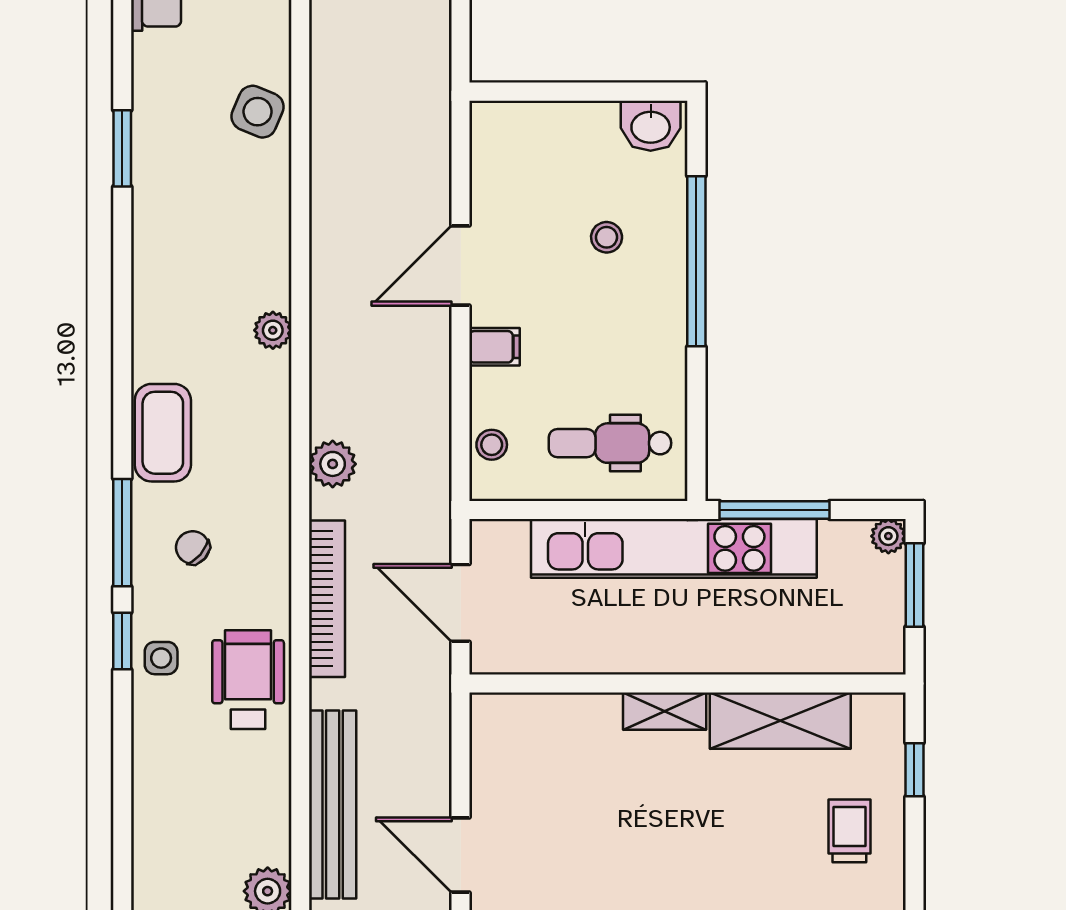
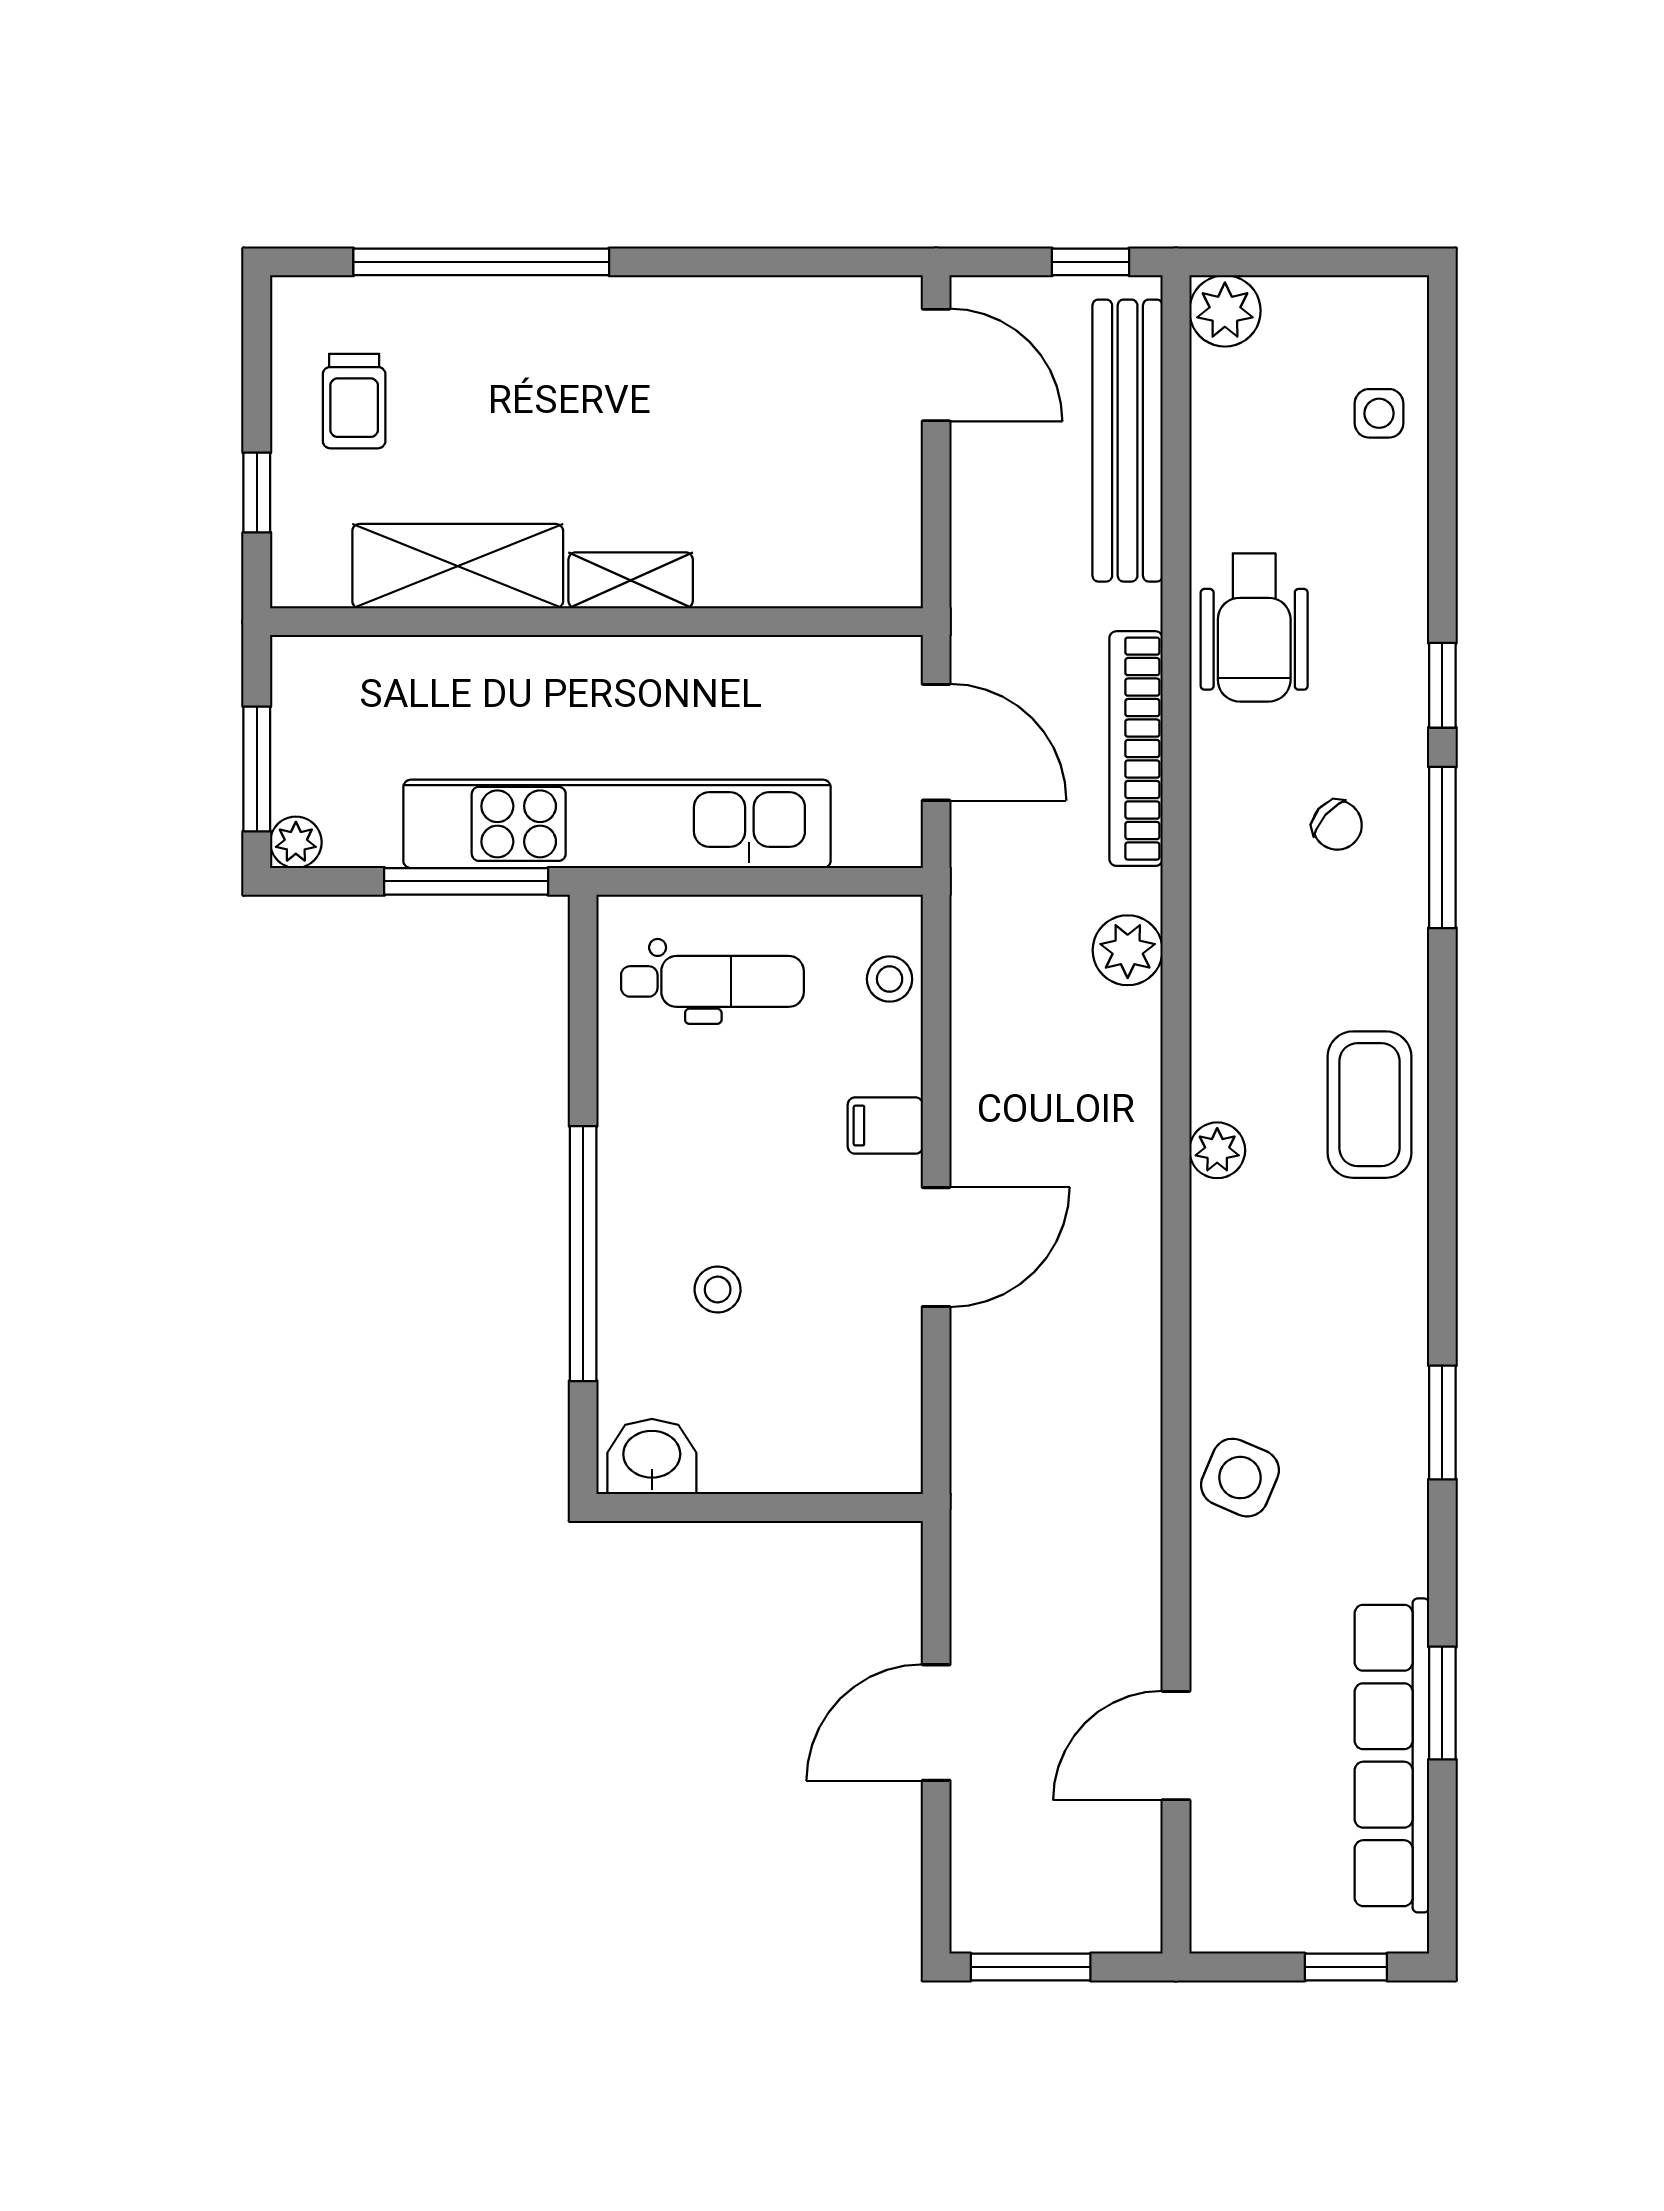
coffee table: (163, 433) -> (1370, 1105), moved
side table: (161, 658) -> (1379, 413), moved

